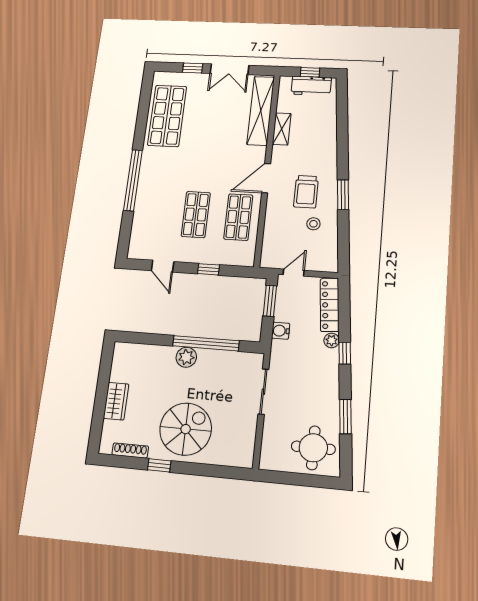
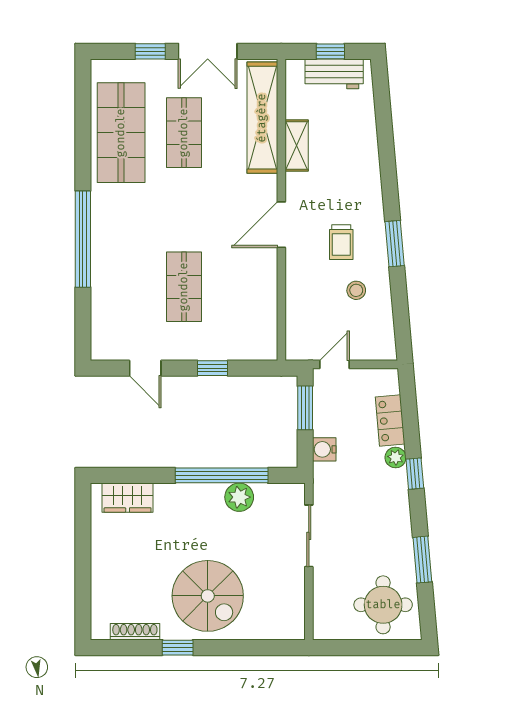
trolley: (306, 192) -> (341, 242), width x0.73, depth x0.72
shop shelf: (238, 217) -> (184, 133), moved
locker: (330, 305) -> (390, 421), width x0.66
plant: (186, 357) -> (239, 497), moved
wardrobe: (116, 401) -> (128, 498), moved, turned 90
spiral stairs: (186, 429) -> (208, 596), turned 90

